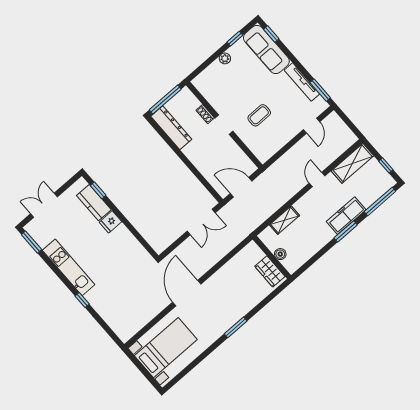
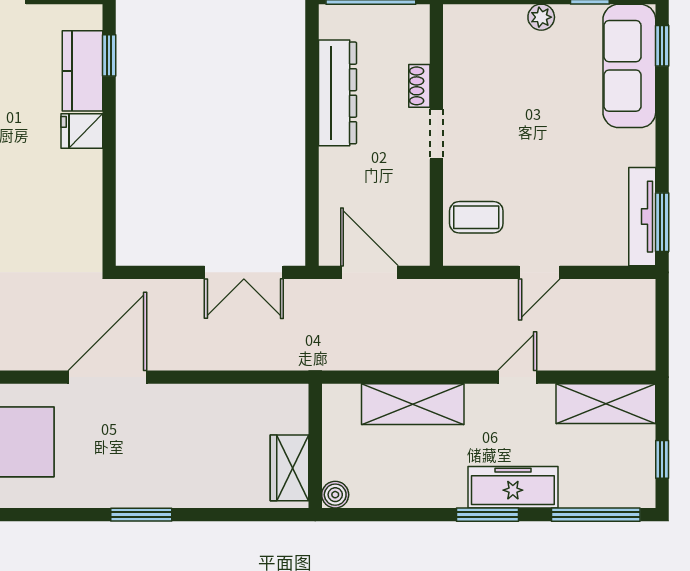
tv unit: (302, 82) -> (642, 217), moved
coffee table: (259, 115) -> (476, 217), moved
door: (312, 126) -> (539, 272), moved
dresser: (171, 128) -> (337, 93), moved
shelving: (284, 220) -> (413, 404), width x1.50, depth x1.33
boiler: (280, 254) -> (335, 495), moved

